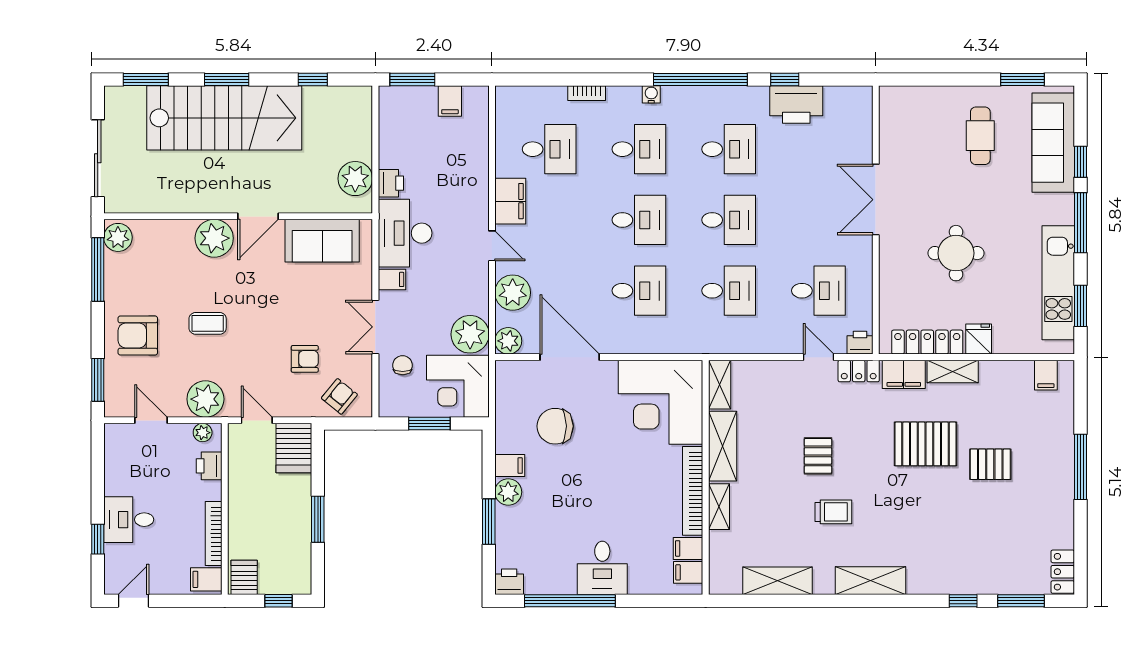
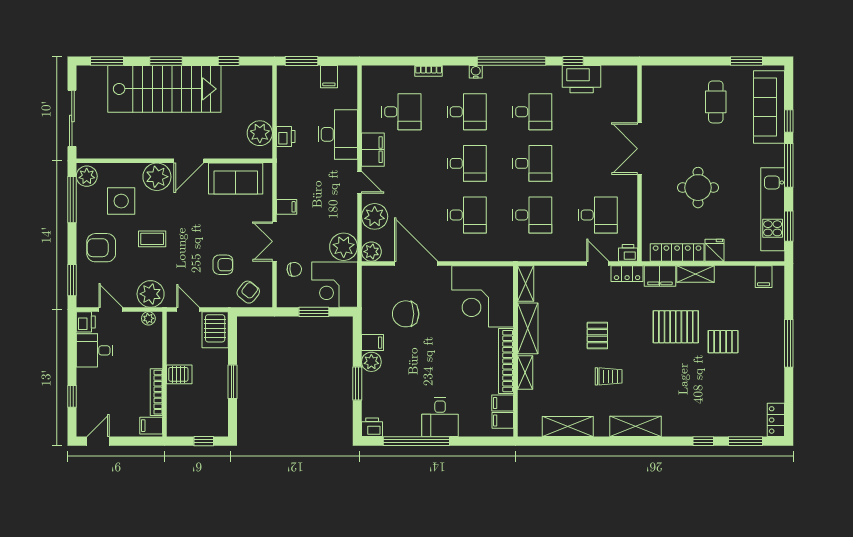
desk: (405, 233) -> (338, 134), moved, turned 180
side table: (165, 272) -> (121, 201), added
chair: (403, 365) -> (294, 269), turned 83
printer: (209, 466) -> (86, 322), moved, turned 180
desk: (129, 520) -> (95, 350), moved
server rack: (244, 577) -> (179, 374), moved, turned 90

